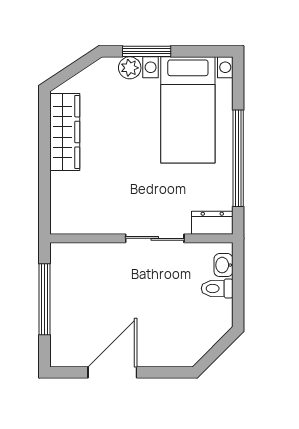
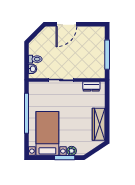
dresser: (212, 223) -> (91, 86), moved
door: (112, 372) -> (66, 24), moved

